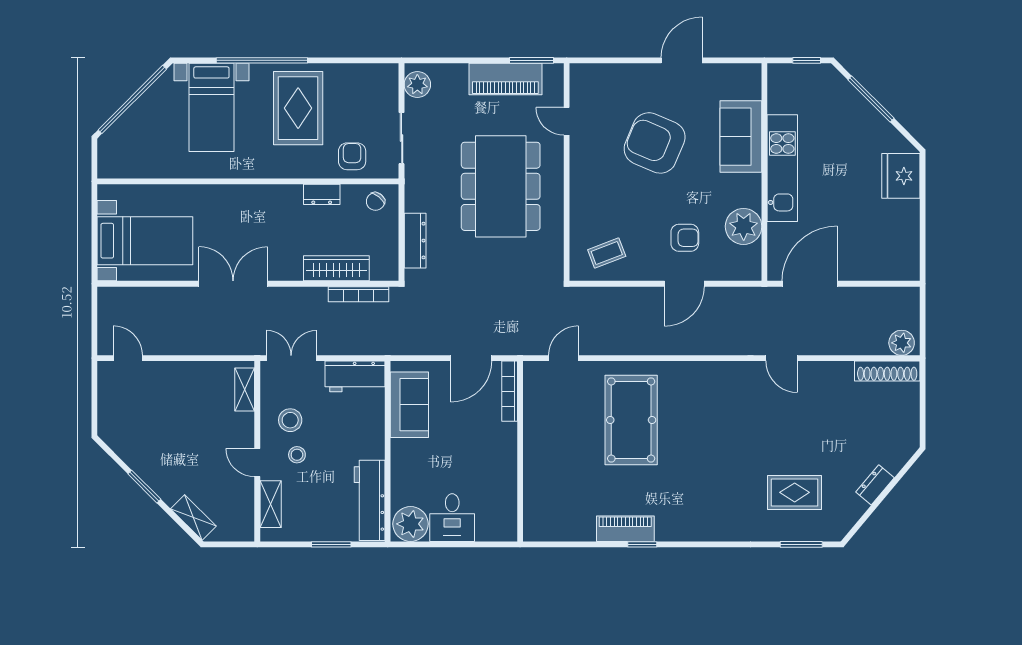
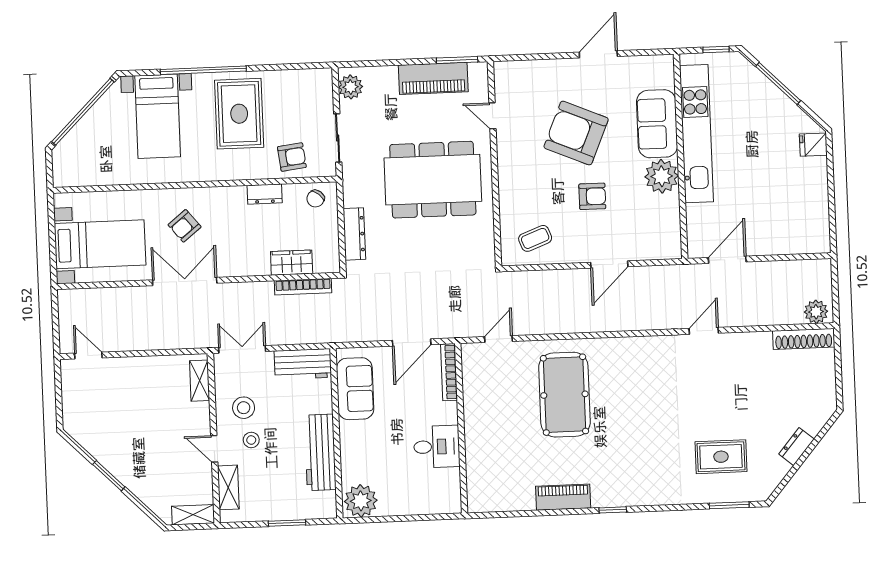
armchair: (352, 156) -> (292, 157), turned 83
kitchen unit: (782, 168) -> (697, 134), width x1.36
fridge: (901, 176) -> (813, 145), width x0.53, depth x0.75
dining table: (501, 186) -> (433, 180), turned 90
armchair: (235, 225) -> (185, 226), added
plant: (744, 226) -> (662, 176), moved
armchair: (685, 238) -> (592, 196), moved
wardrobe: (336, 268) -> (292, 263), width x0.67
door: (810, 284) -> (727, 260), width x0.73
door: (782, 358) -> (704, 331), swing flipped
workbench: (370, 500) -> (320, 452), moved
shelving: (193, 517) -> (193, 515), moved, turned -45
desk: (452, 518) -> (437, 447), moved, turned -90
window: (642, 544) -> (613, 510), moved

